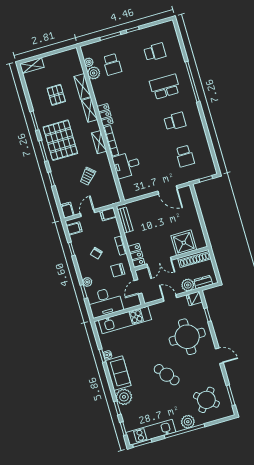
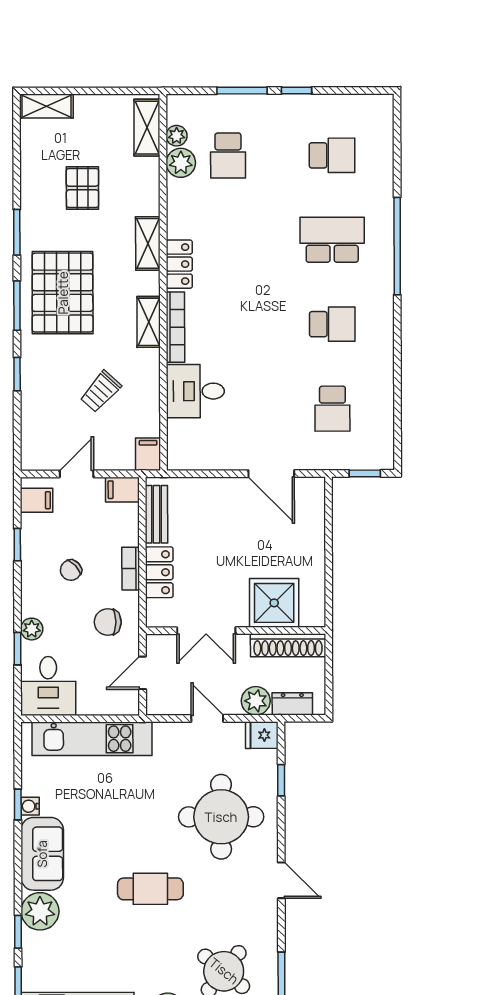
shelving: (83, 86) -> (147, 128), moved
filing cabinet: (67, 210) -> (148, 454), moved
locker: (136, 255) -> (159, 572), moved
desk: (105, 302) -> (48, 686), width x0.73
cafe table: (167, 375) -> (150, 889), turned -52

